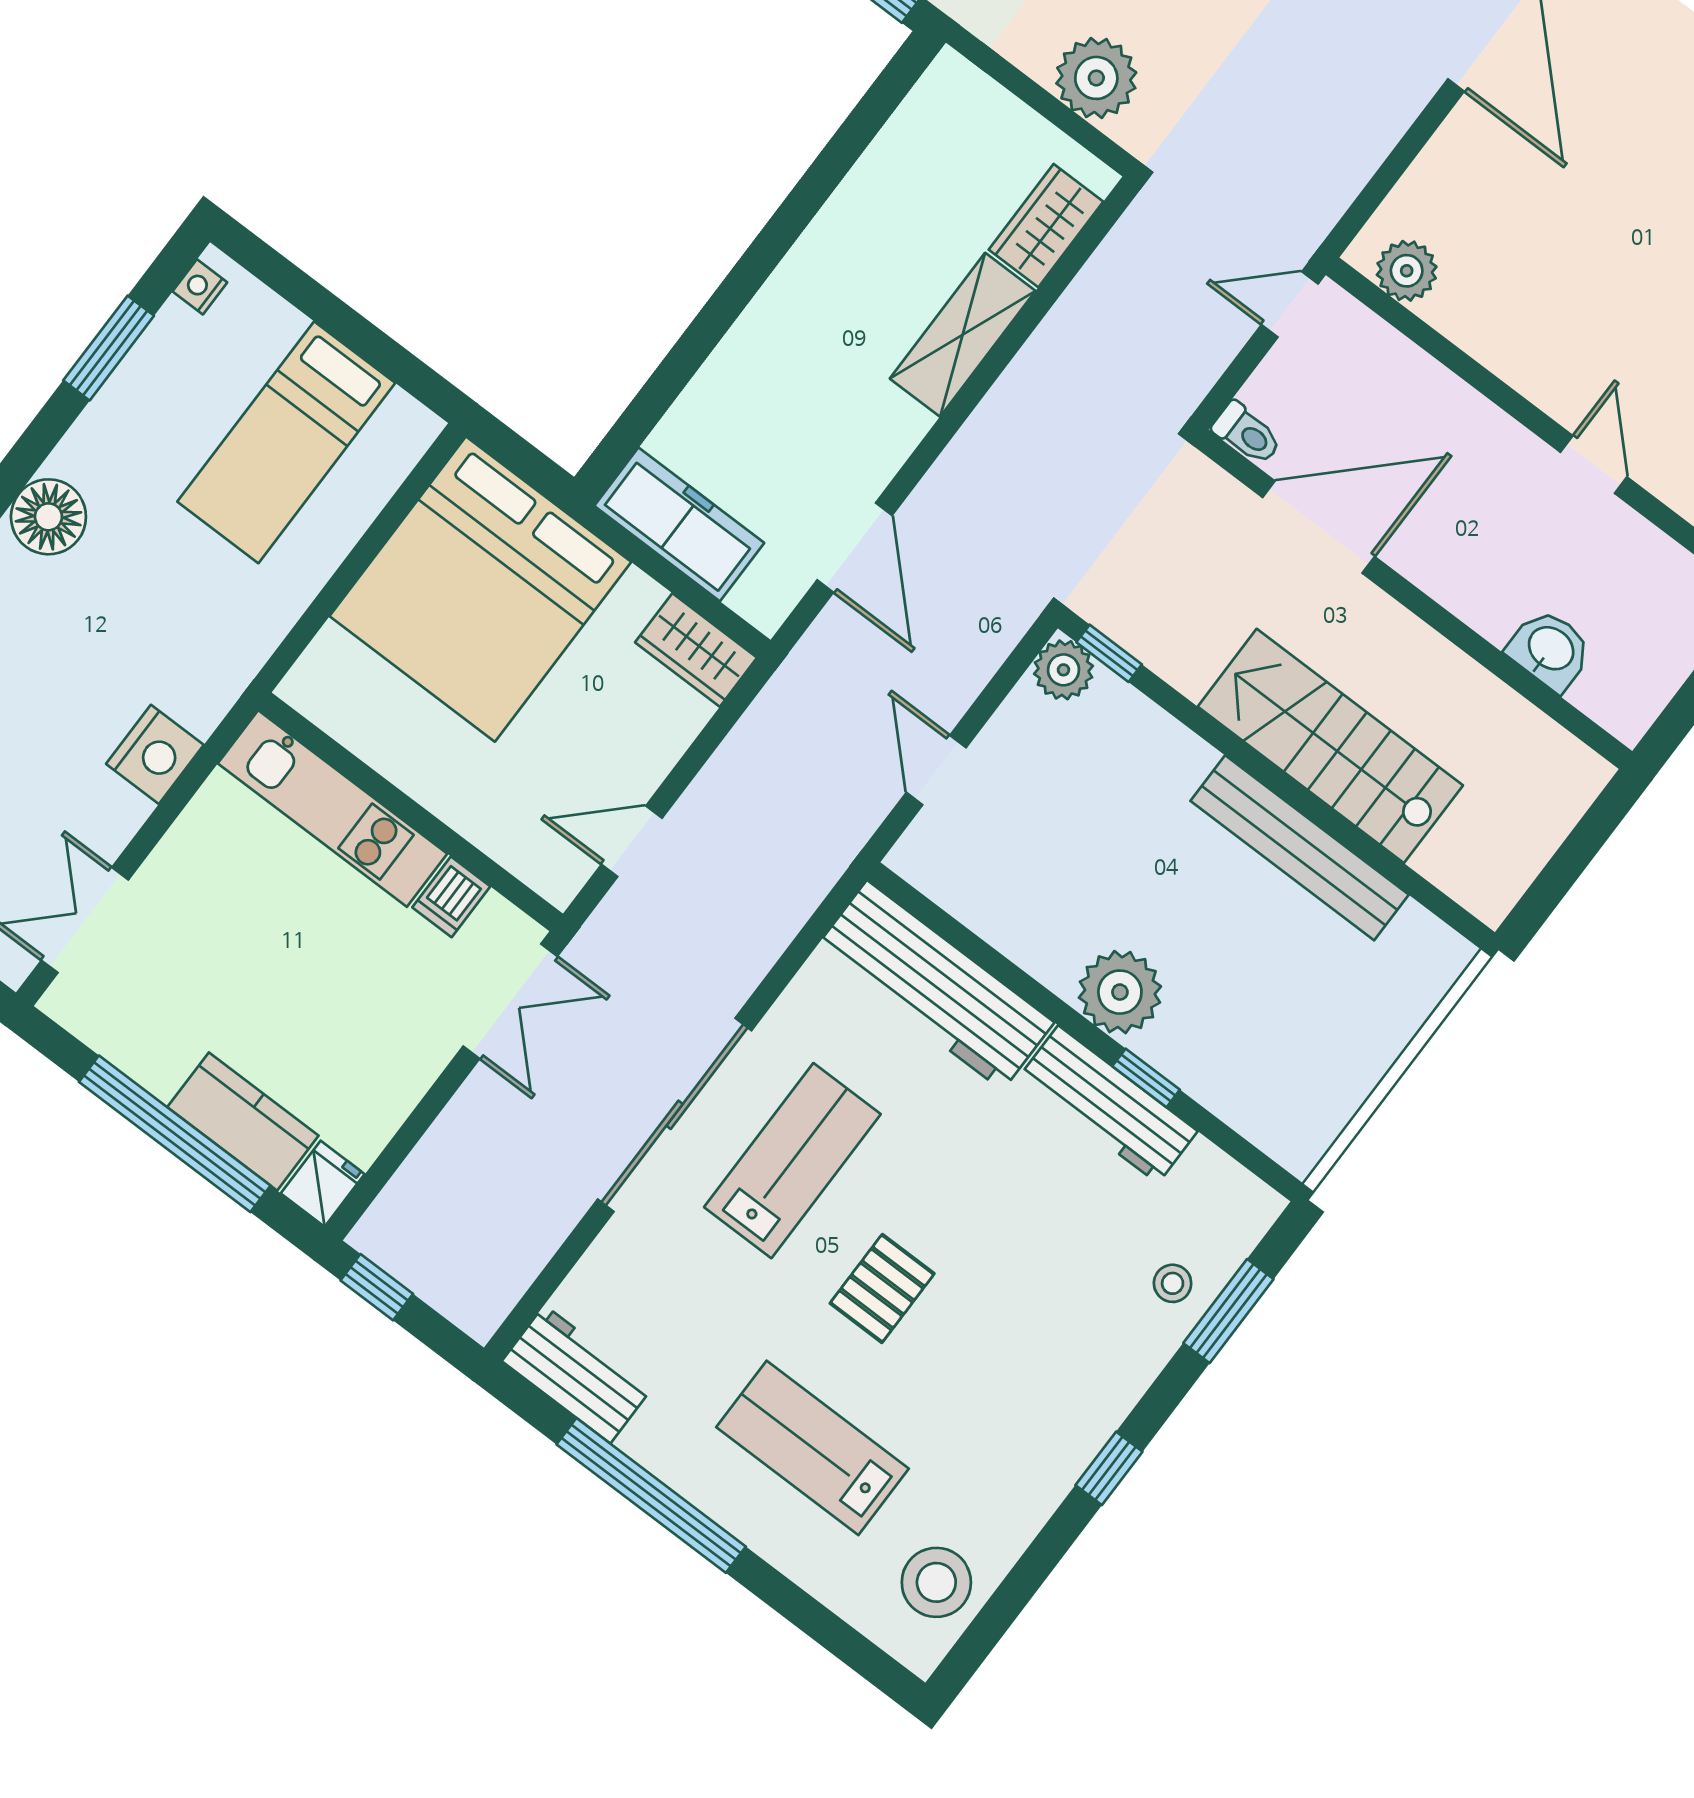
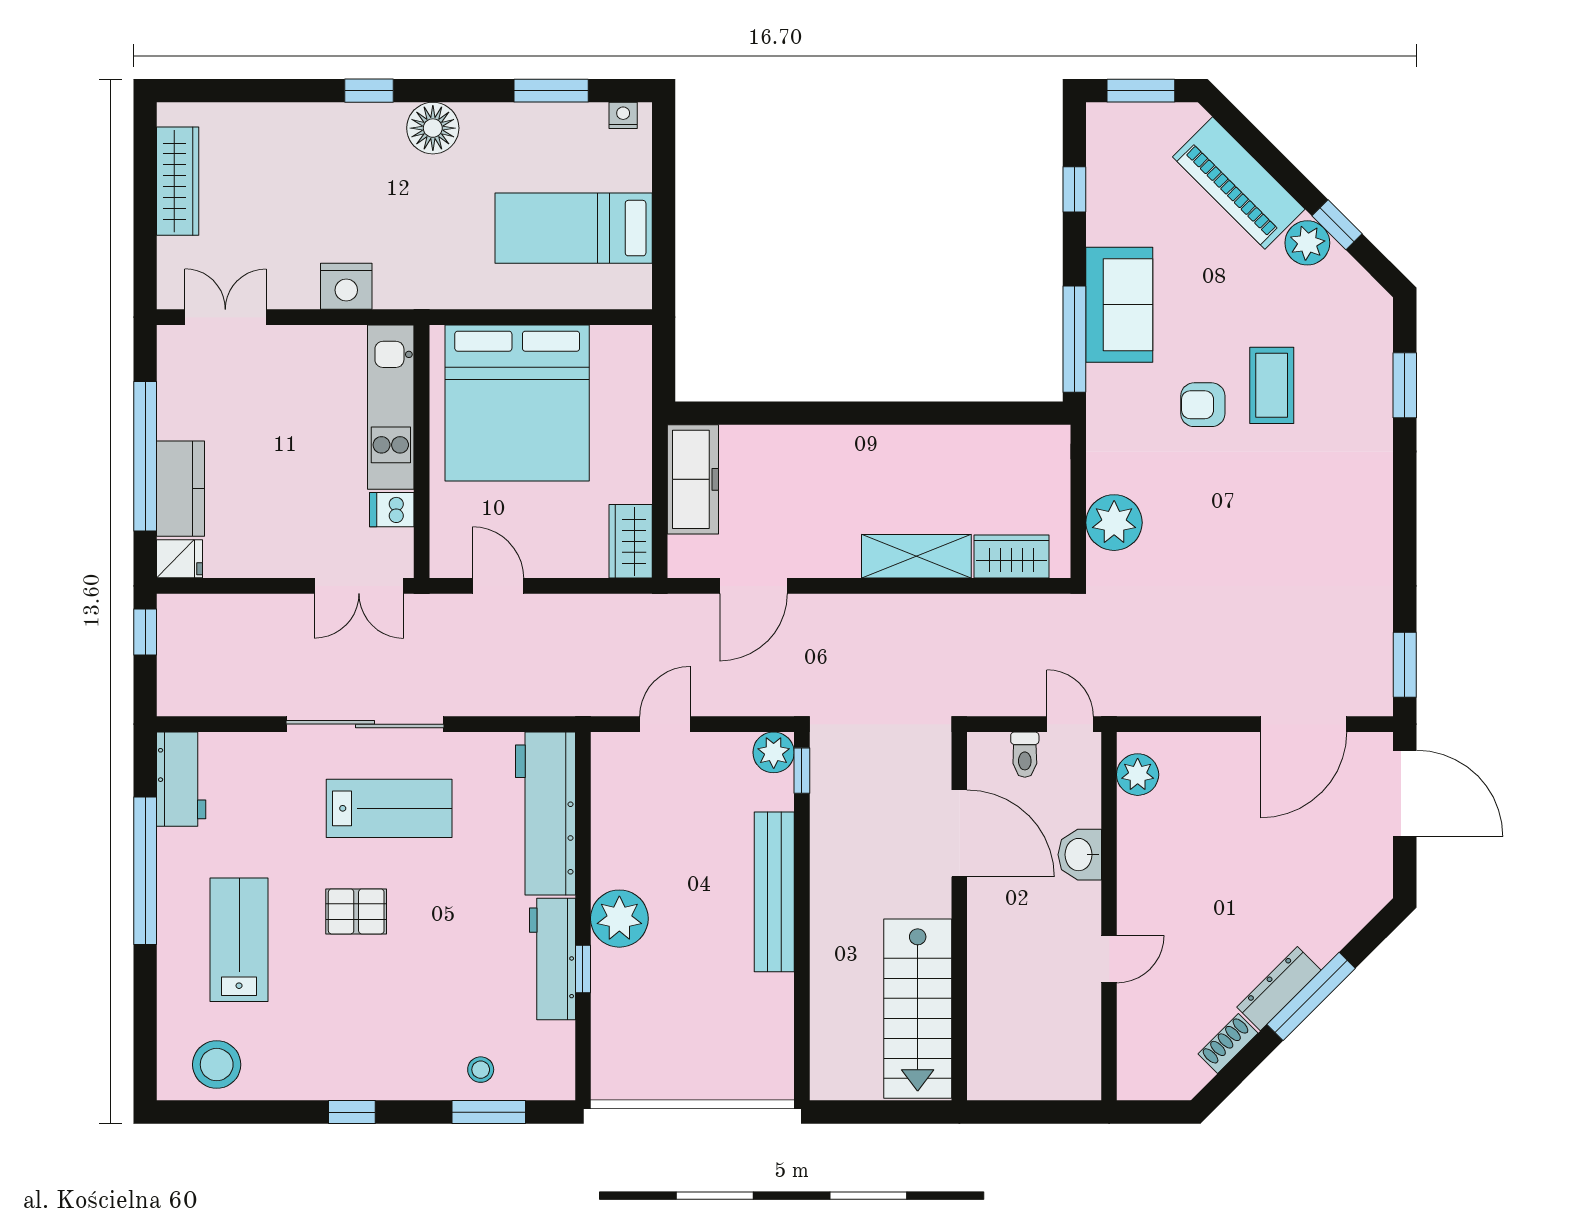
toilet: (1247, 433) -> (1025, 755), moved
bed: (480, 589) -> (517, 403), moved, turned -90
washbasin: (1550, 650) -> (1080, 855), moved, turned 180
stairs: (1330, 746) -> (918, 1009), moved, turned 180
bench: (1300, 848) -> (774, 892), moved

